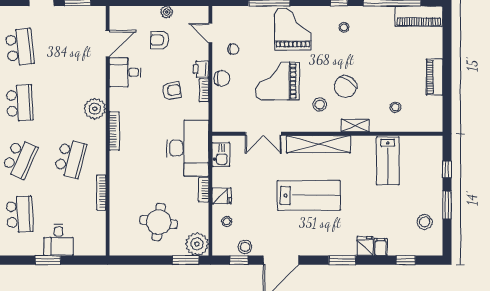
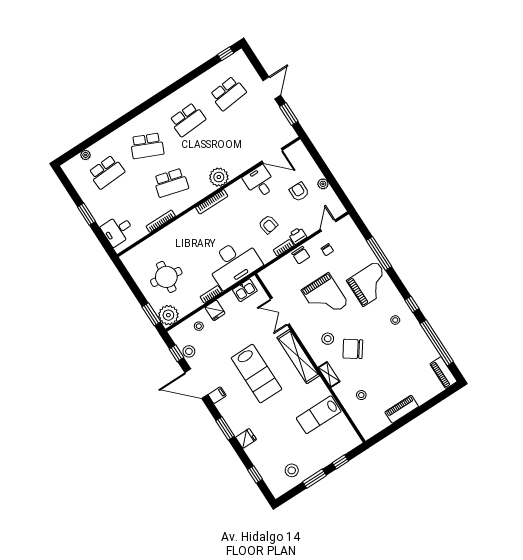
piano: (419, 16) -> (443, 373), width x0.73, depth x0.75
grand piano: (277, 81) -> (325, 297), turned 180
desk: (58, 240) -> (118, 230), moved
filing cabinet: (381, 247) -> (217, 395), moved

